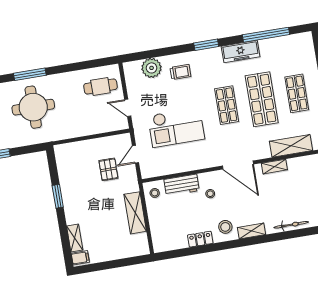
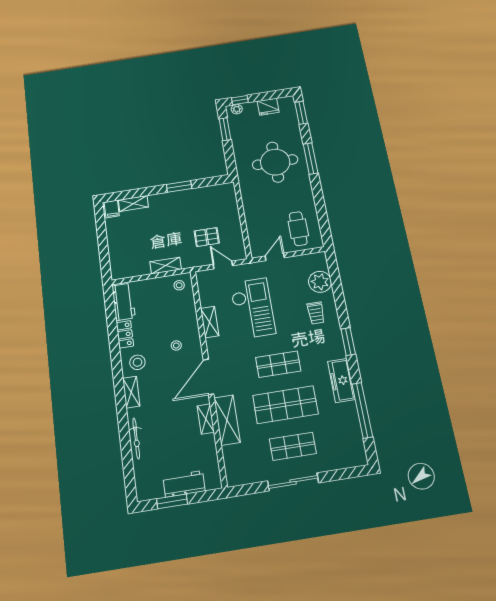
checkout: (176, 127) -> (253, 308), turned 180
shelving: (291, 146) -> (227, 420), moved
shelving: (189, 165) -> (210, 322), added
workbench: (182, 185) -> (124, 302), moved, turned 180
shelving: (135, 213) -> (166, 266), width x0.67, depth x0.75

